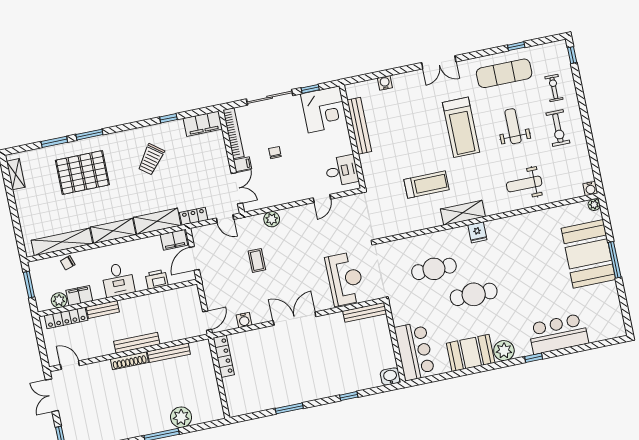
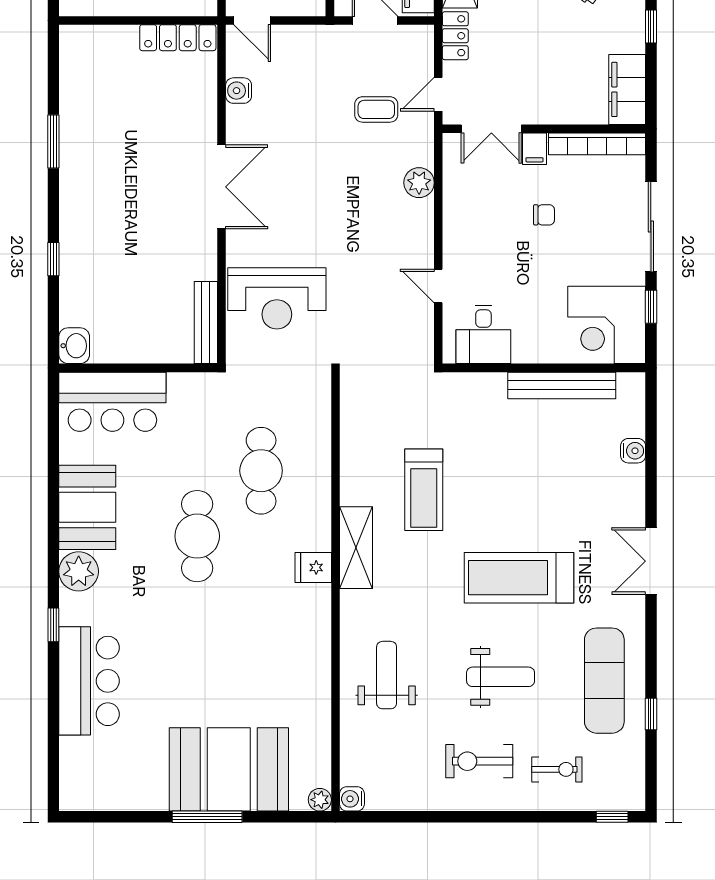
coffee table: (257, 260) -> (376, 109), moved

